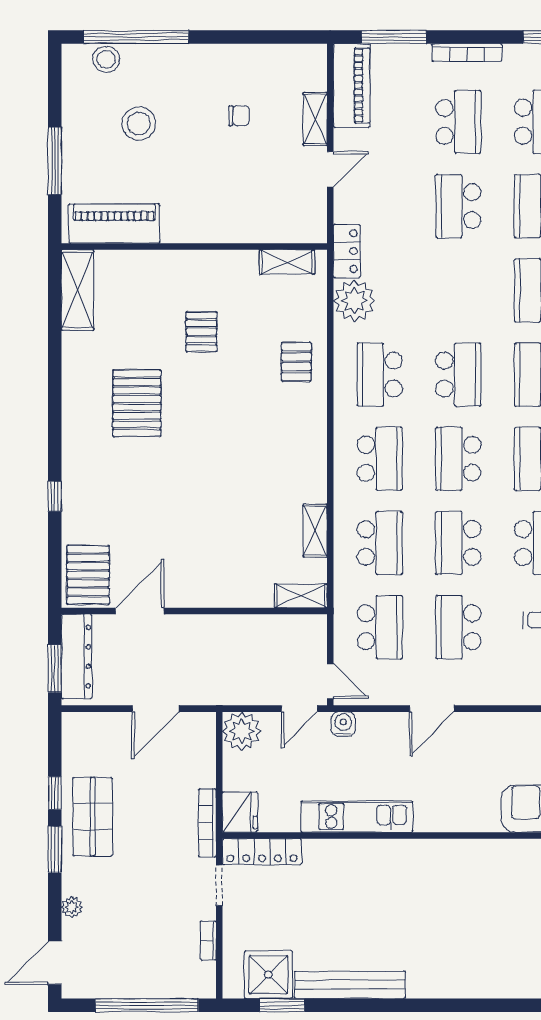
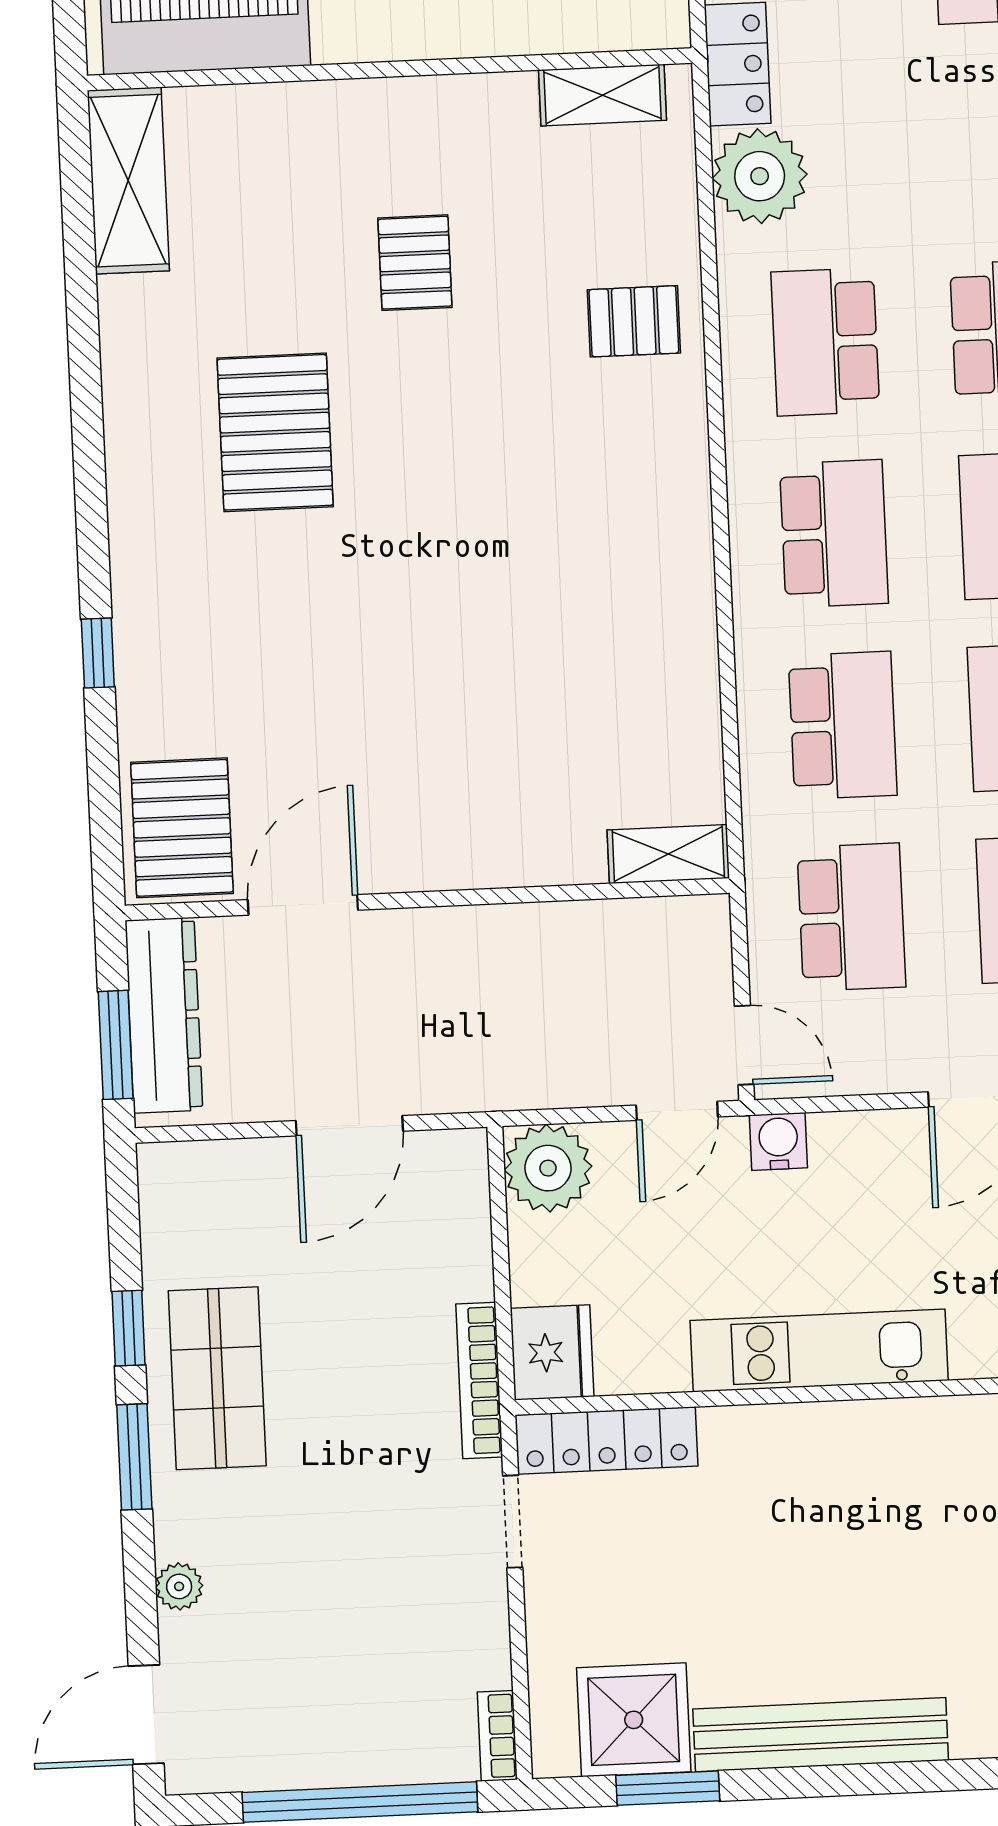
pallet: (296, 362) -> (634, 321), turned 90
shelving: (315, 531) -> (694, 704), removed
bookcase: (208, 941) -> (497, 1736), moved

